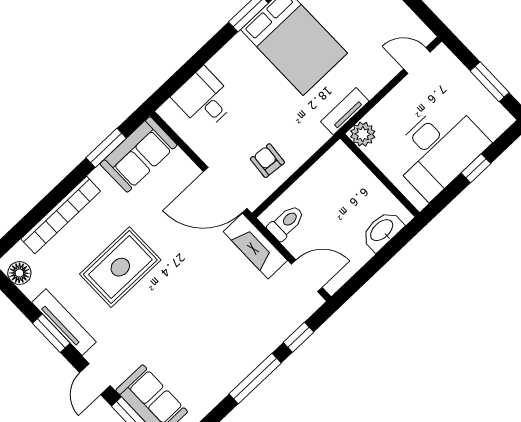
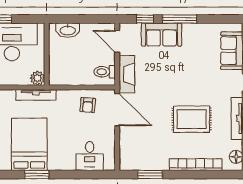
tv unit: (345, 111) -> (36, 95), width x1.41
sofa: (139, 154) -> (162, 35), moved, turned 180

